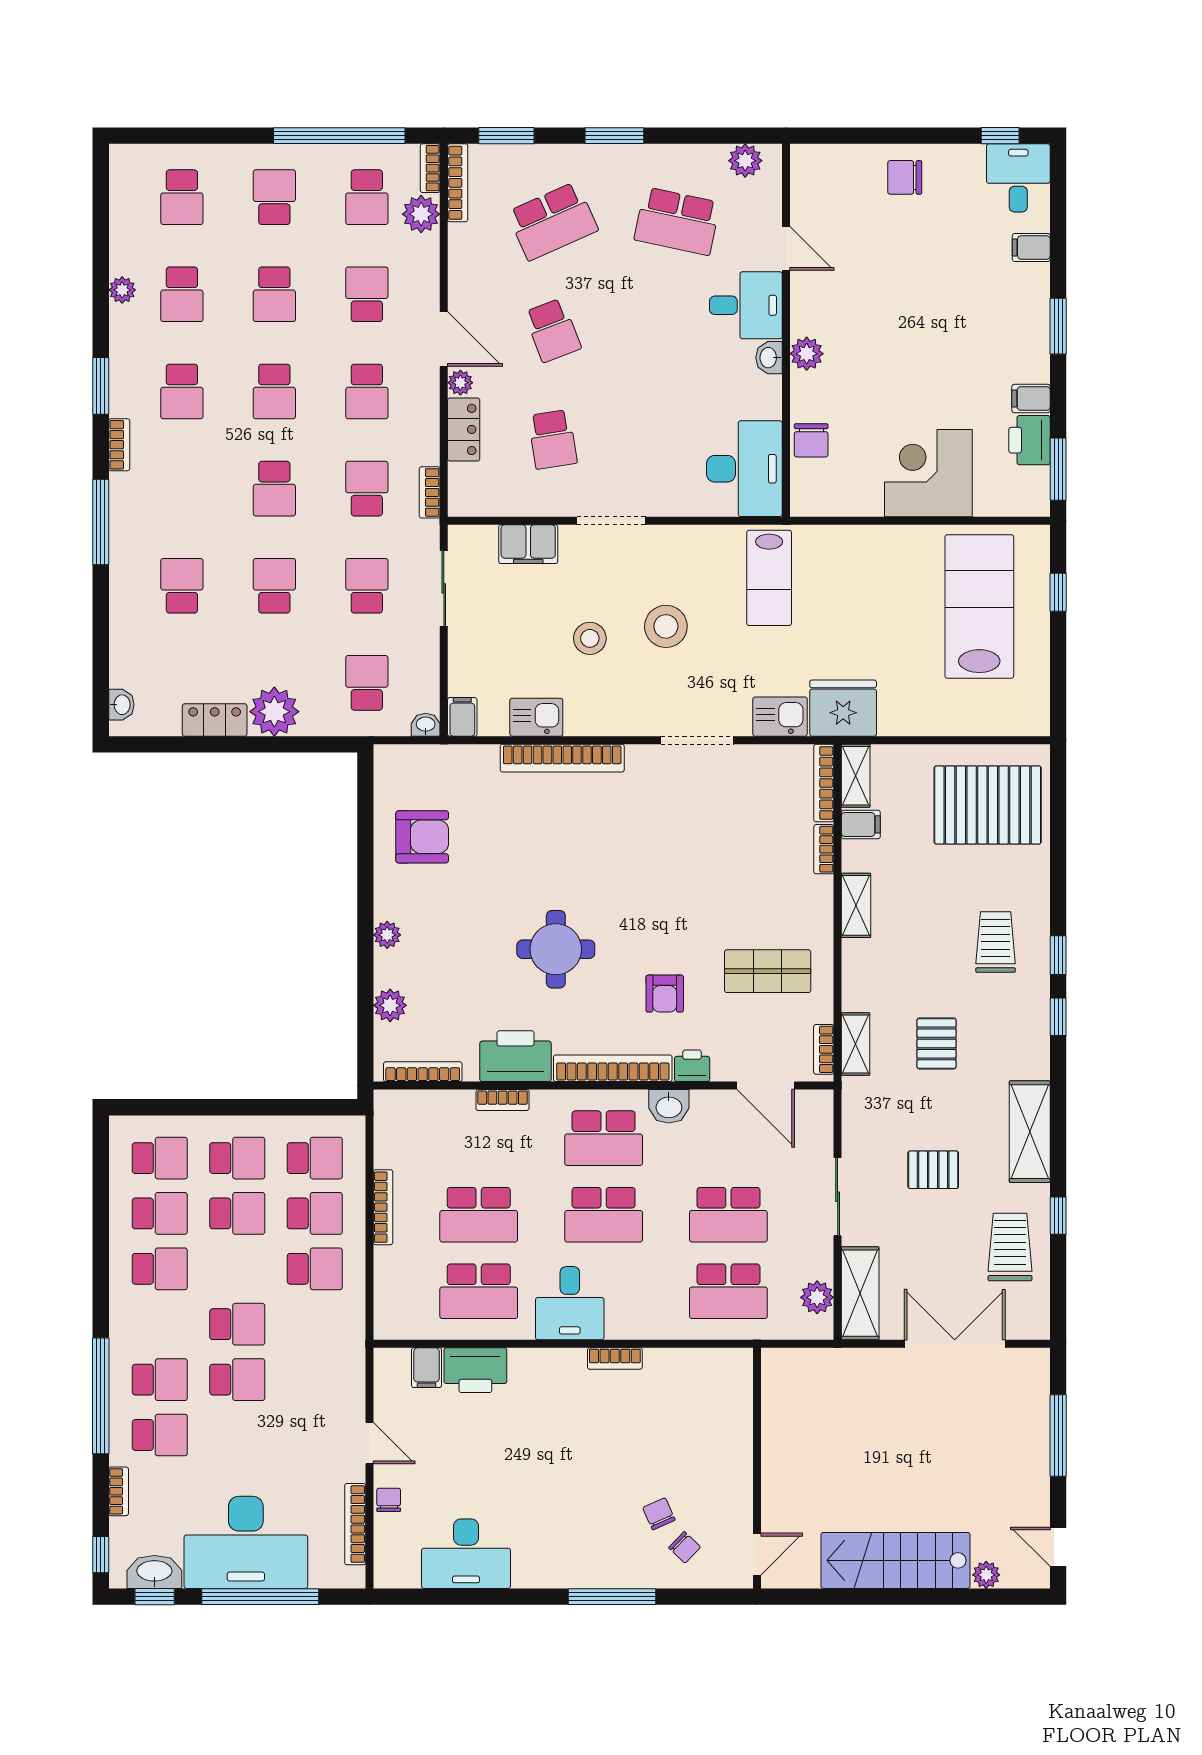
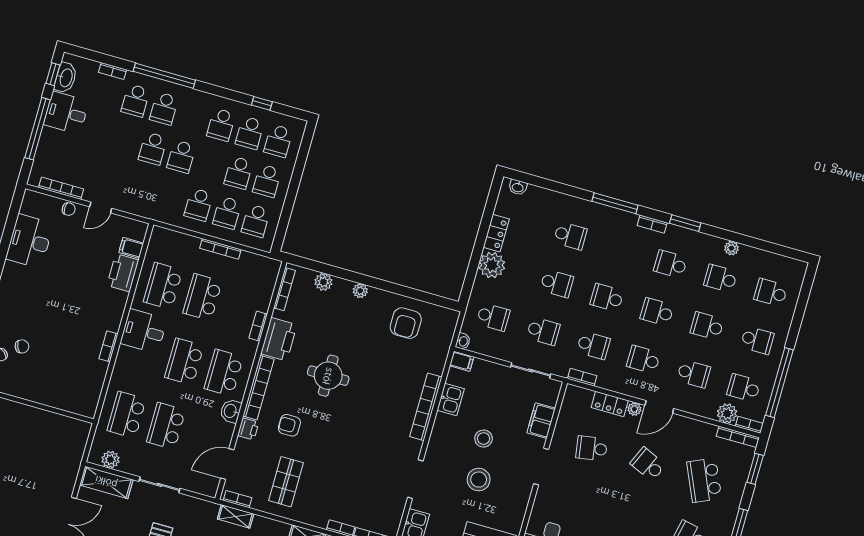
school desk: (553, 330) -> (648, 464), turned 45
desk: (246, 1542) -> (66, 113), width x0.53, depth x0.77
window: (101, 1555) -> (262, 103), moved

